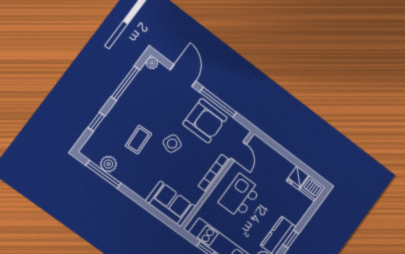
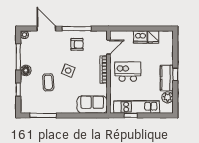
floor lamp: (122, 106) -> (26, 70), added
armchair: (205, 121) -> (77, 44), width x0.53, depth x0.53
door: (239, 151) -> (108, 47), hinge flipped
plant: (108, 164) -> (42, 108), removed
dishwasher: (312, 189) -> (140, 37), moved
kitchen island: (240, 196) -> (128, 72), turned 90

